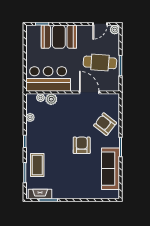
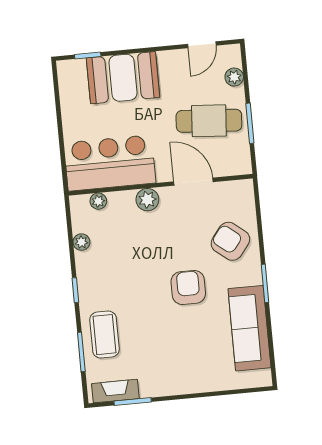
plant: (115, 30) -> (234, 77), moved
plant: (51, 99) -> (147, 200), moved

